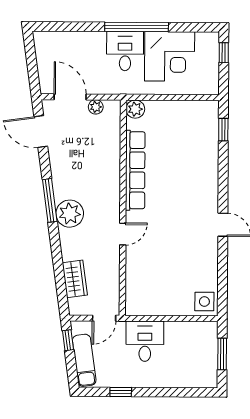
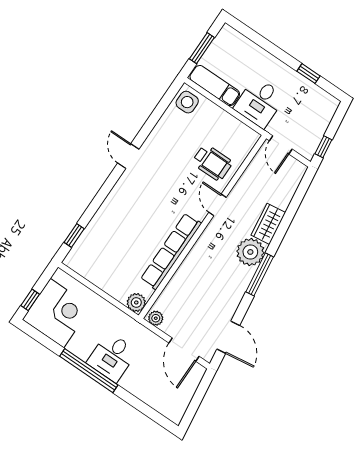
corner desk: (170, 56) -> (57, 313), moved, turned 90
plant: (96, 107) -> (156, 318), moved
door: (123, 234) -> (217, 205), hinge flipped
wheelchair: (150, 266) -> (212, 163), added
wardrobe: (75, 279) -> (268, 224), moved
door: (104, 318) -> (281, 145), swing flipped
exam couch: (84, 360) -> (215, 86), moved, turned 98

